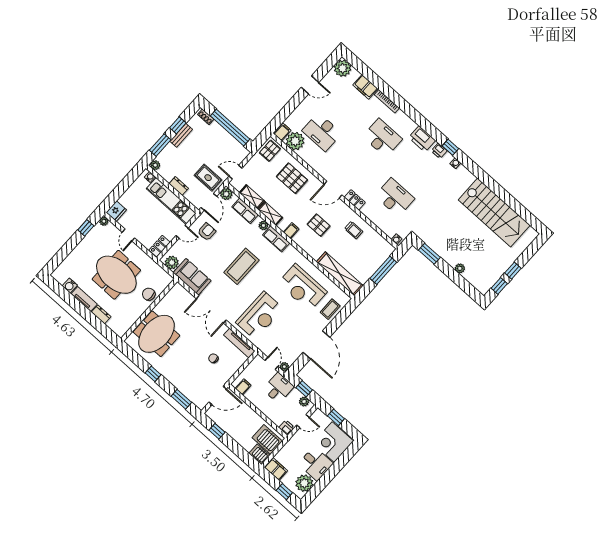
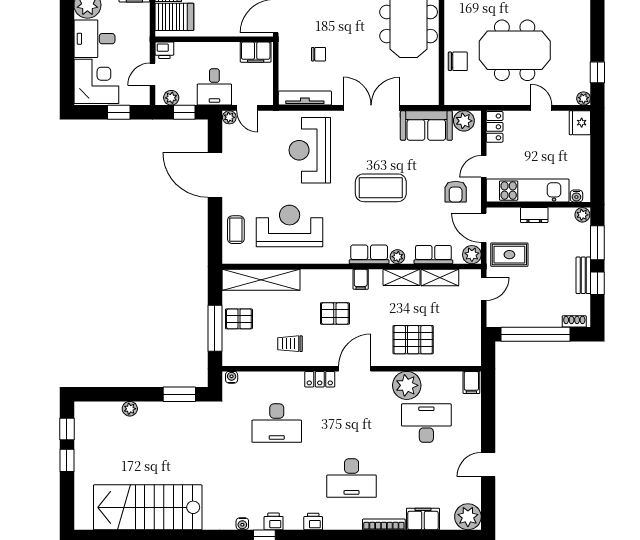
printer: (422, 139) -> (313, 521), width x0.53, depth x0.68
plant: (295, 141) -> (407, 385), moved
pallet: (270, 151) -> (239, 319), moved, turned 90
coffee table: (241, 266) -> (381, 188), turned 90
filing cabinet: (243, 387) -> (256, 52), width x2.00

